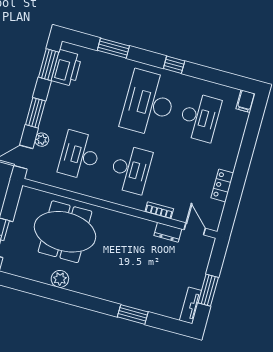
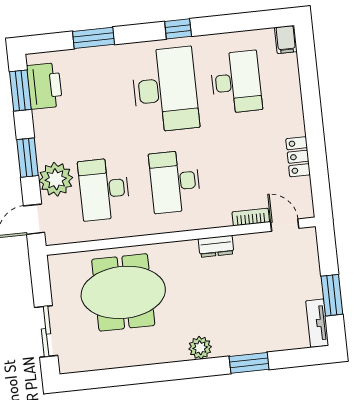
desk: (149, 103) -> (165, 90), turned 180
plant: (42, 140) -> (56, 179), width x1.87, depth x1.87
desk: (131, 169) -> (175, 182), turned 180
bookcase: (159, 210) -> (251, 217), moved
dresser: (168, 232) -> (216, 246), moved
plant: (60, 279) -> (200, 348), moved

